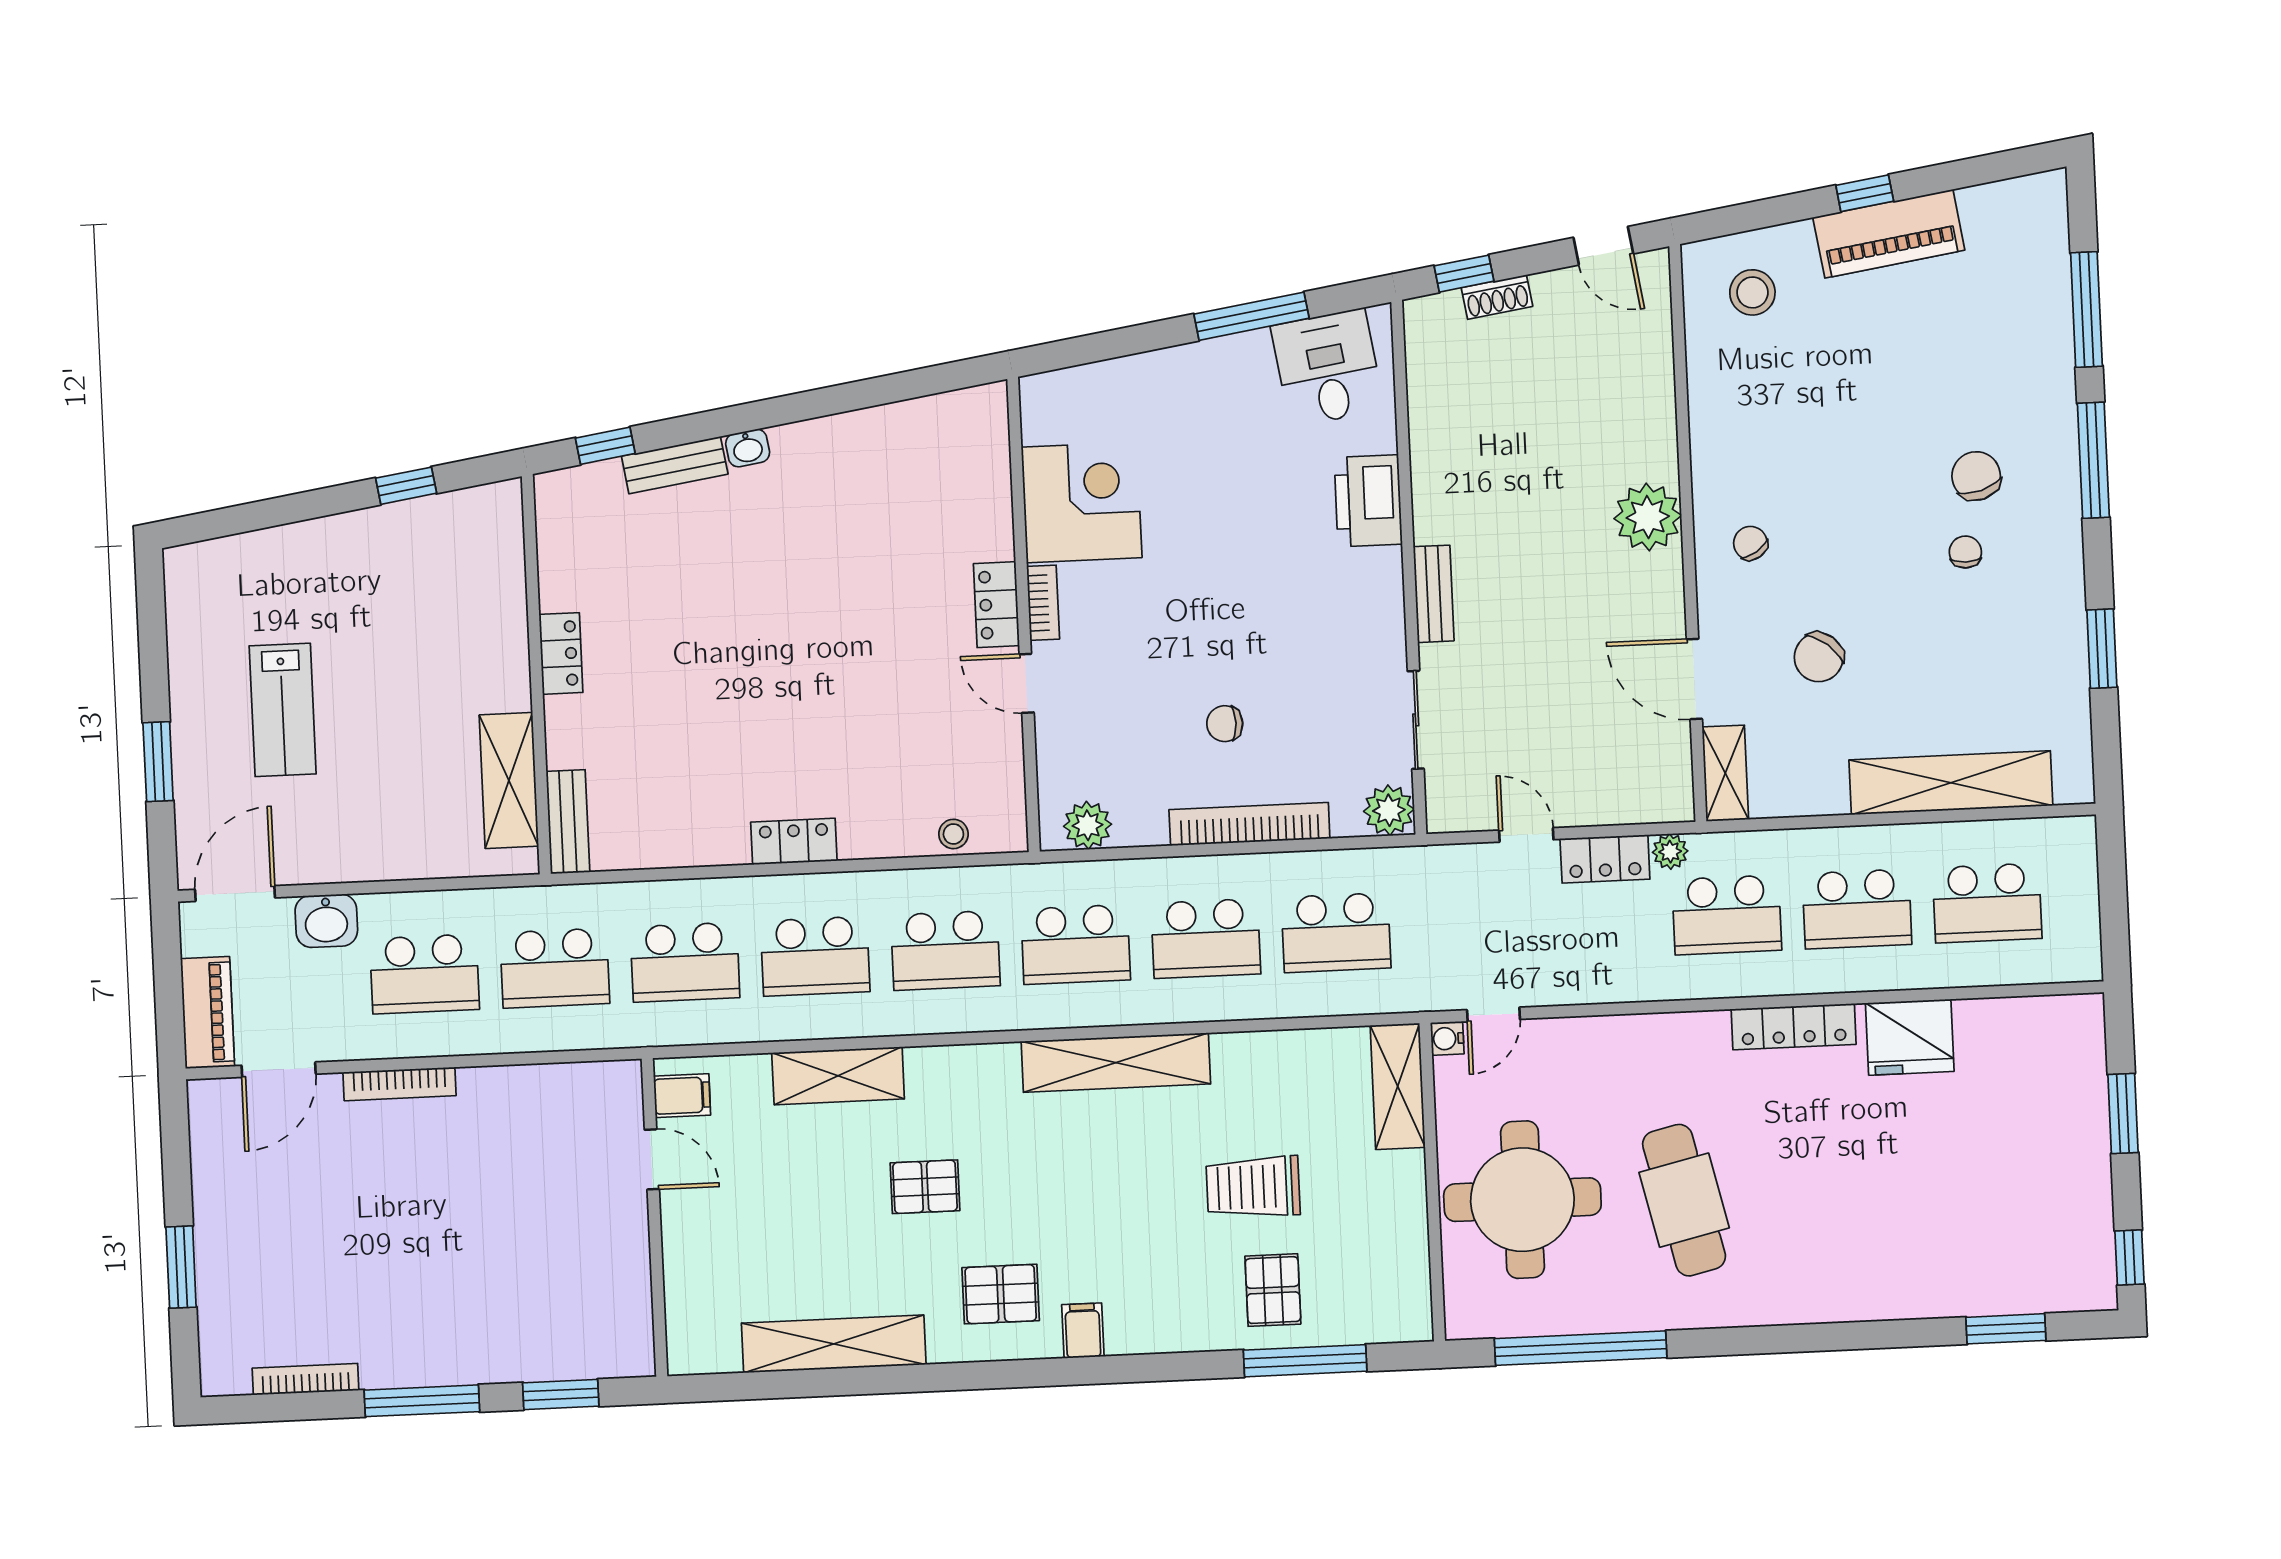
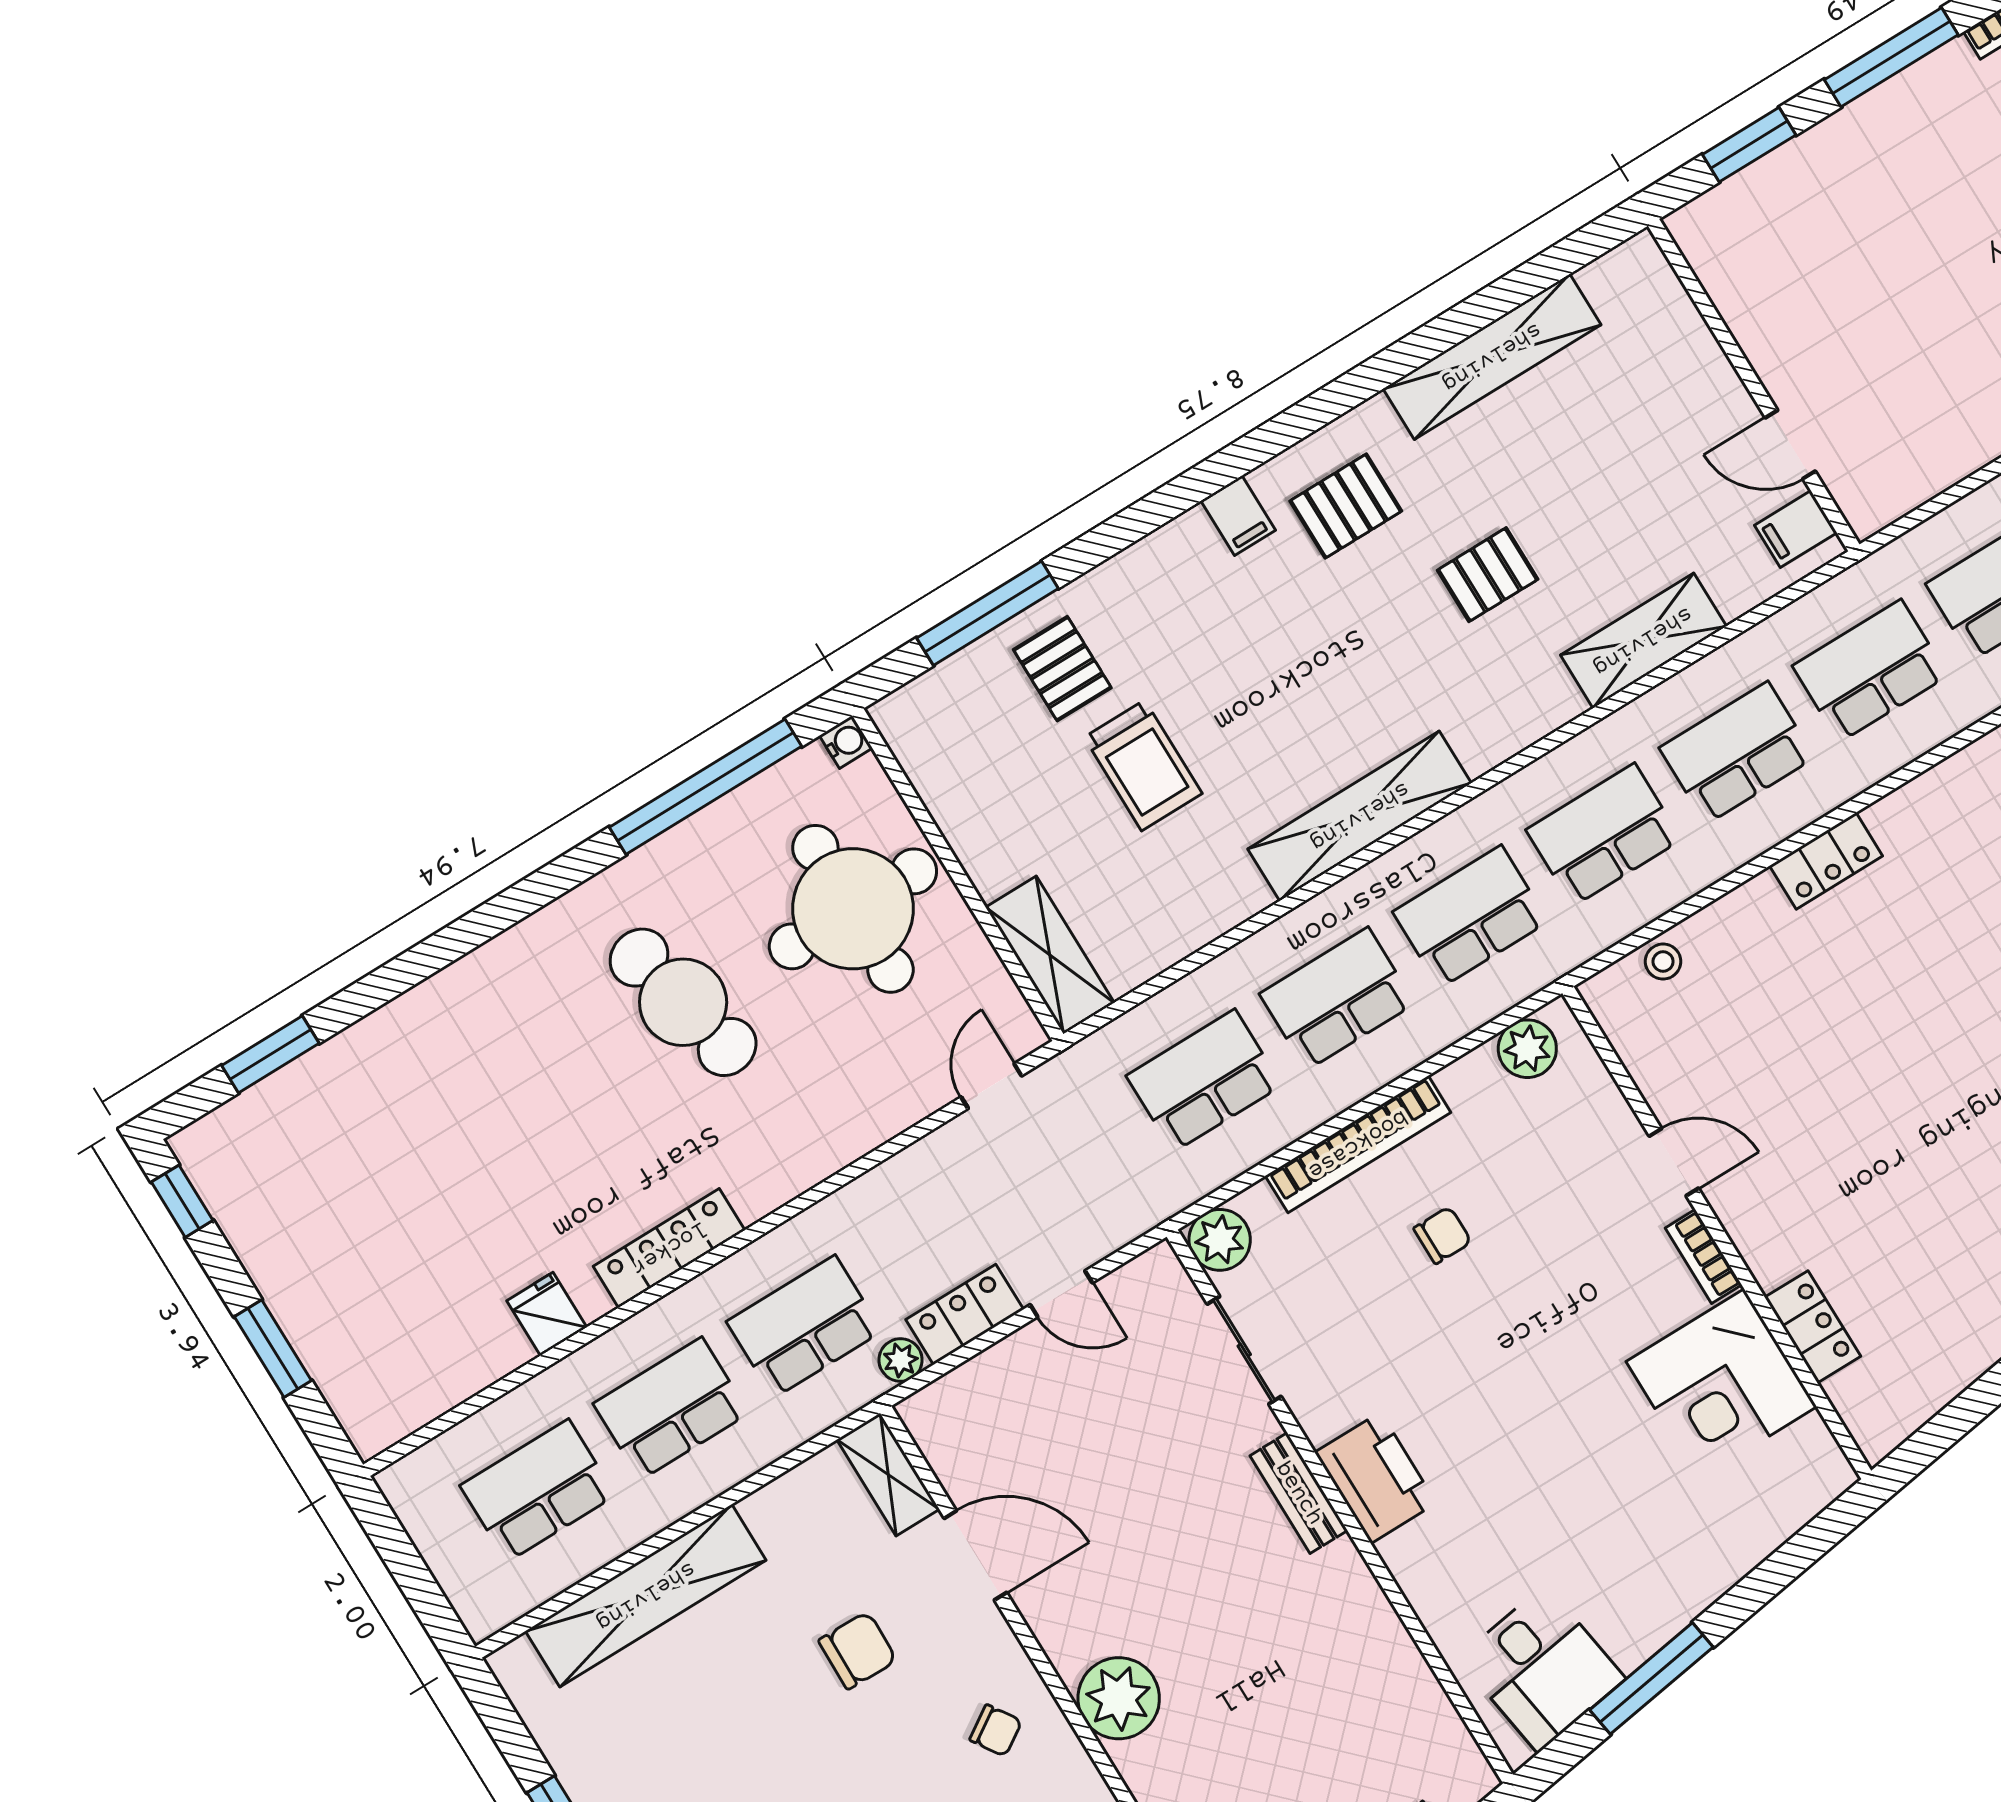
printer: (1368, 501) -> (1376, 1478), moved
locker: (996, 605) -> (1813, 1327), moved
chair: (1819, 657) -> (858, 1650), turned 52
fridge: (1910, 1037) -> (547, 1314), width x0.53, depth x0.75
water cooler: (1447, 1039) -> (846, 742), moved
trolley: (1253, 1187) -> (1143, 765), turned 90

